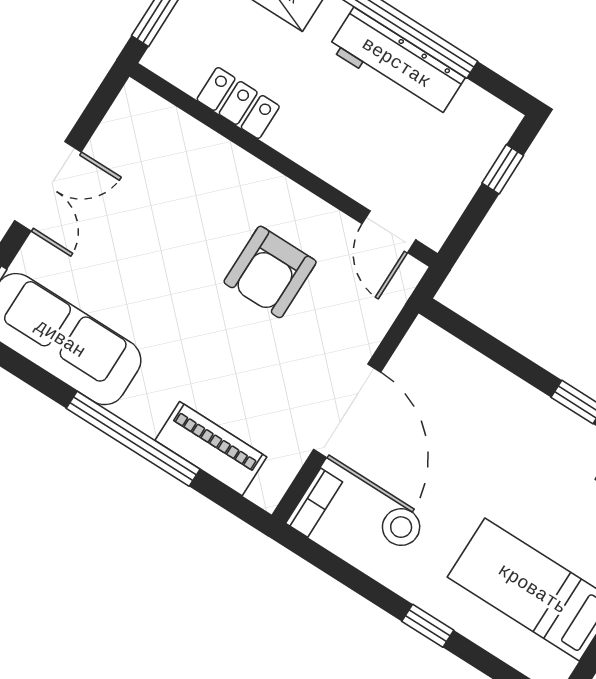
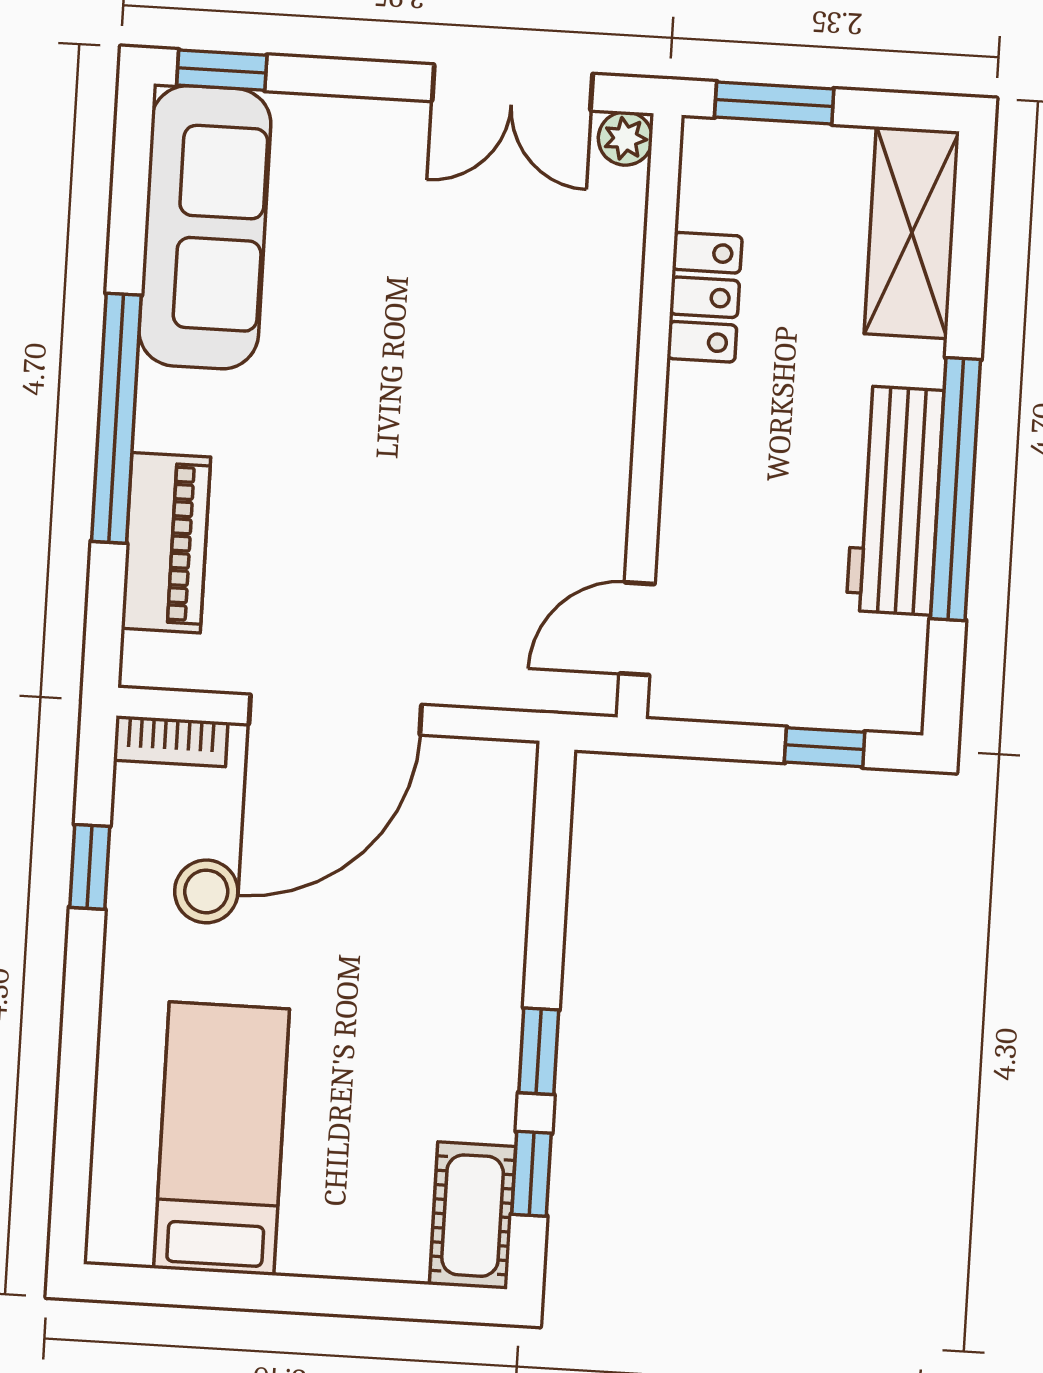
plant: (134, 98) -> (625, 138), added
double door: (48, 186) -> (512, 87), moved
armchair: (270, 272) -> (479, 485), removed
window: (428, 626) -> (90, 867), moved

